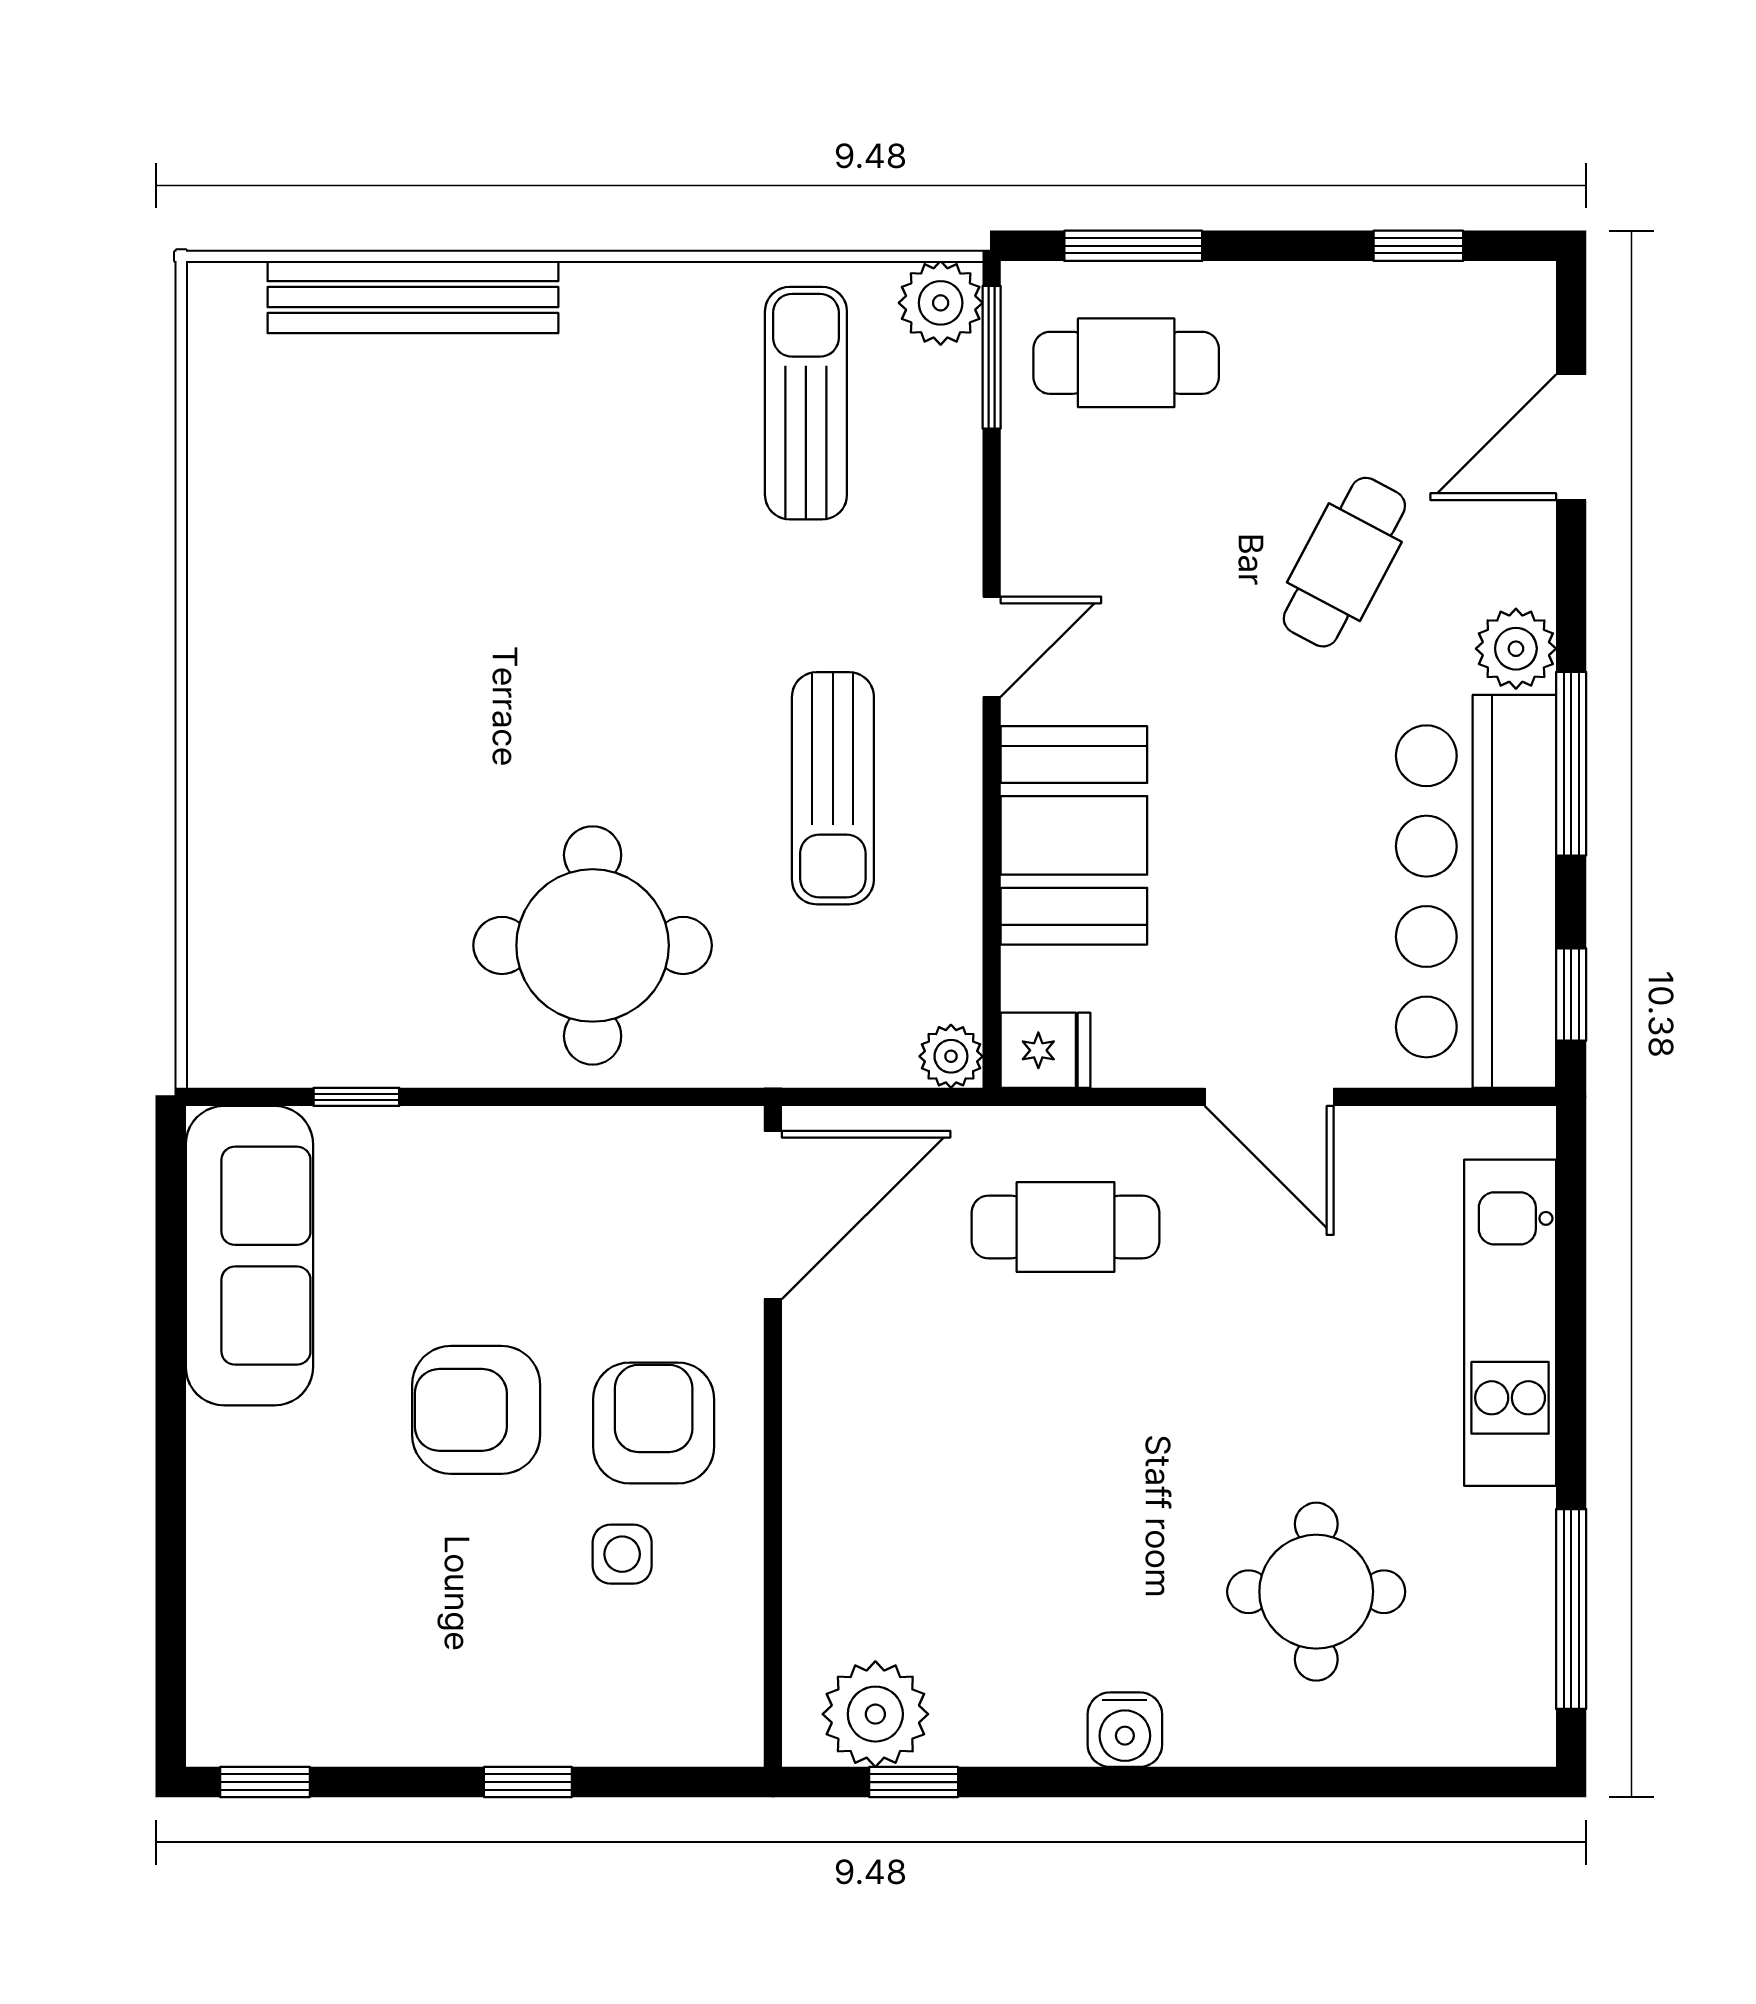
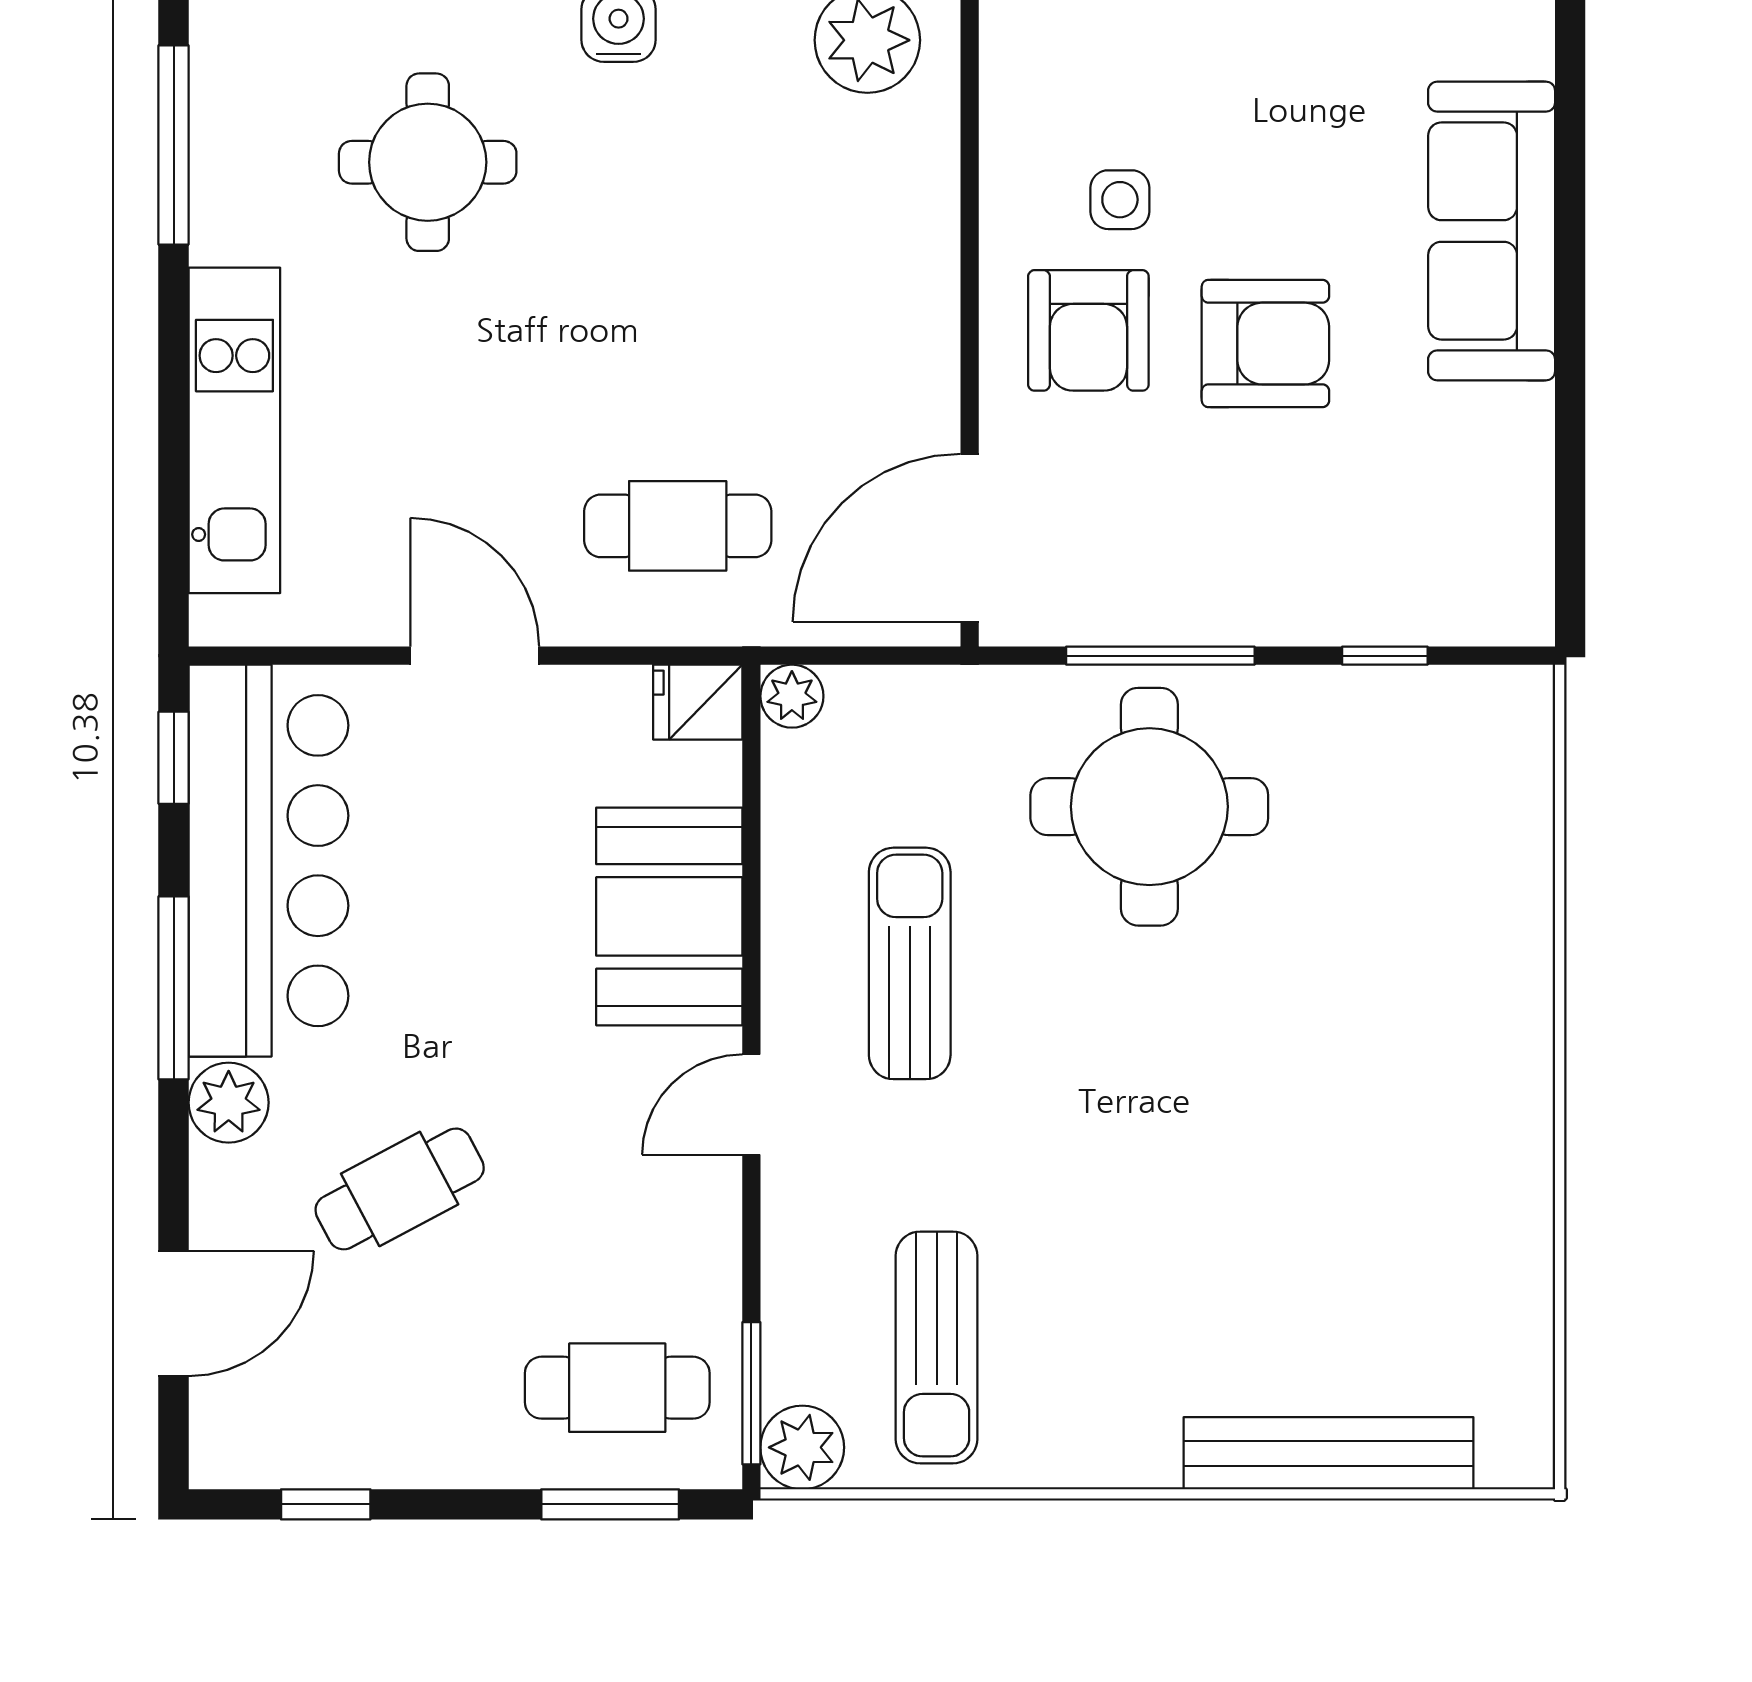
cafe table: (1344, 562) -> (400, 1189), turned 34
window: (582, 1097) -> (1160, 656), added
sofa: (249, 1256) -> (1492, 231), moved

